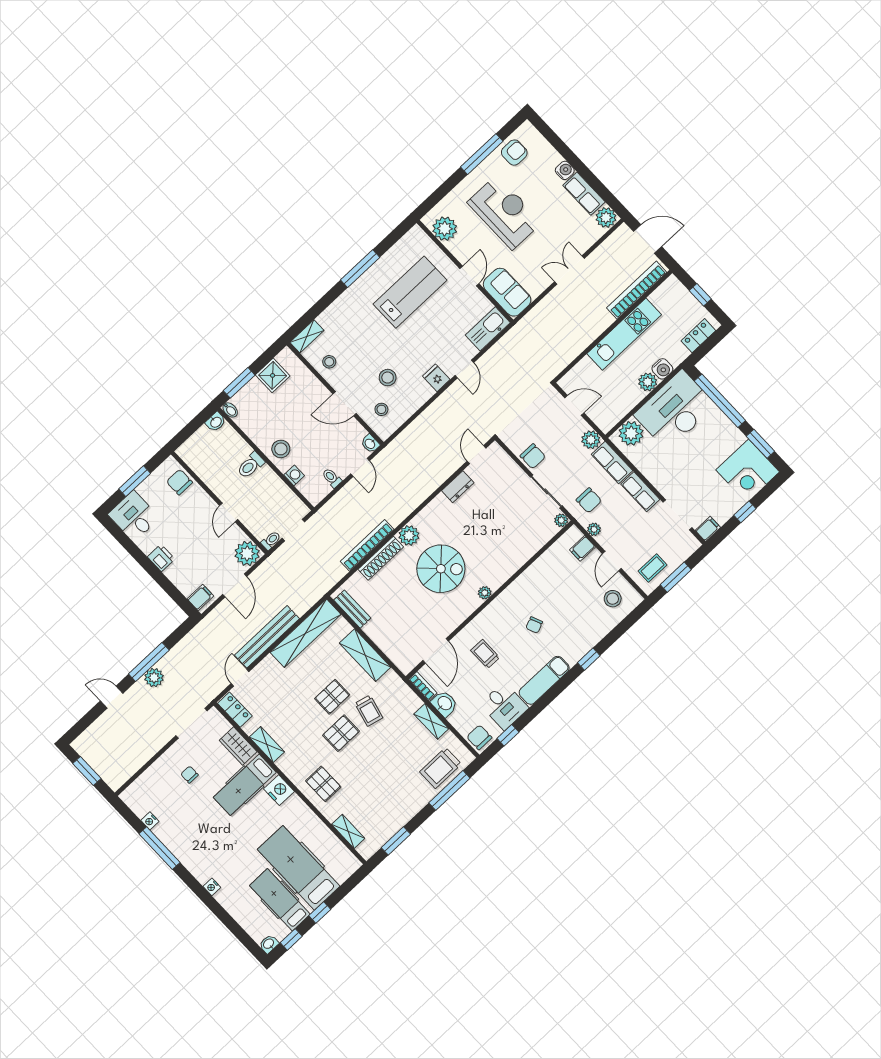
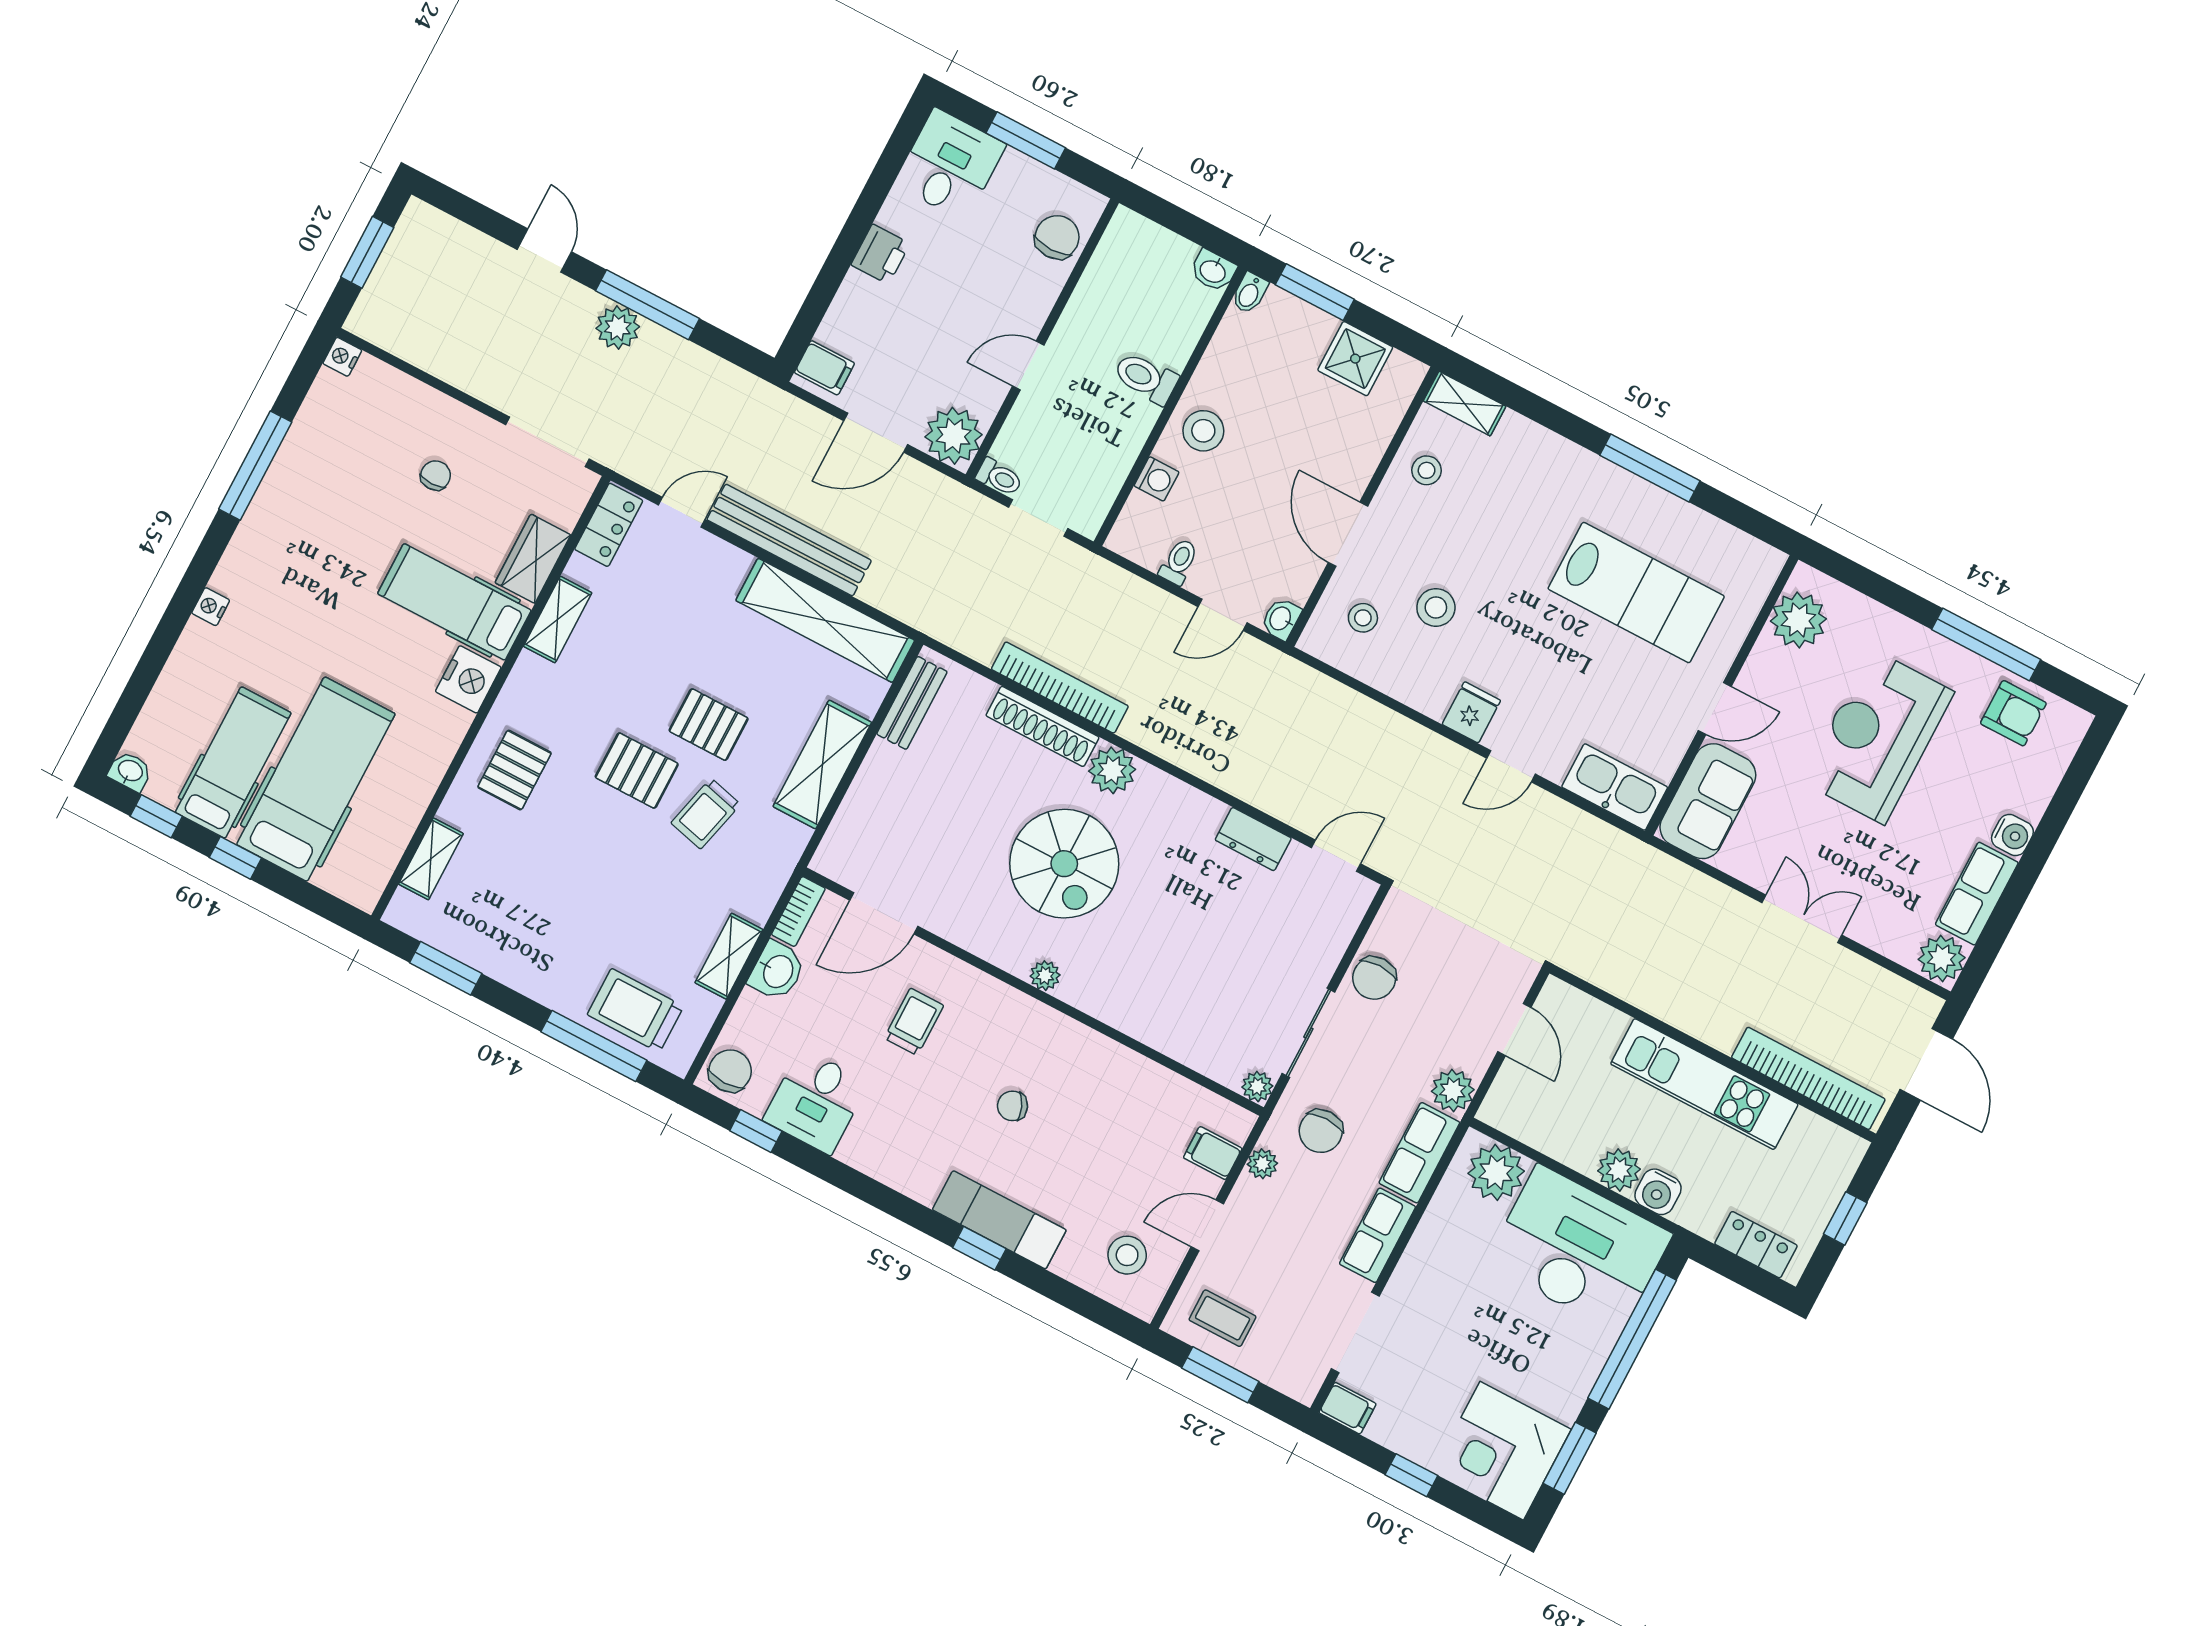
reception desk: (505, 212) -> (1878, 737), turned 180
exam couch: (544, 680) -> (999, 1220), moved
nightstand: (150, 821) -> (342, 357), moved

